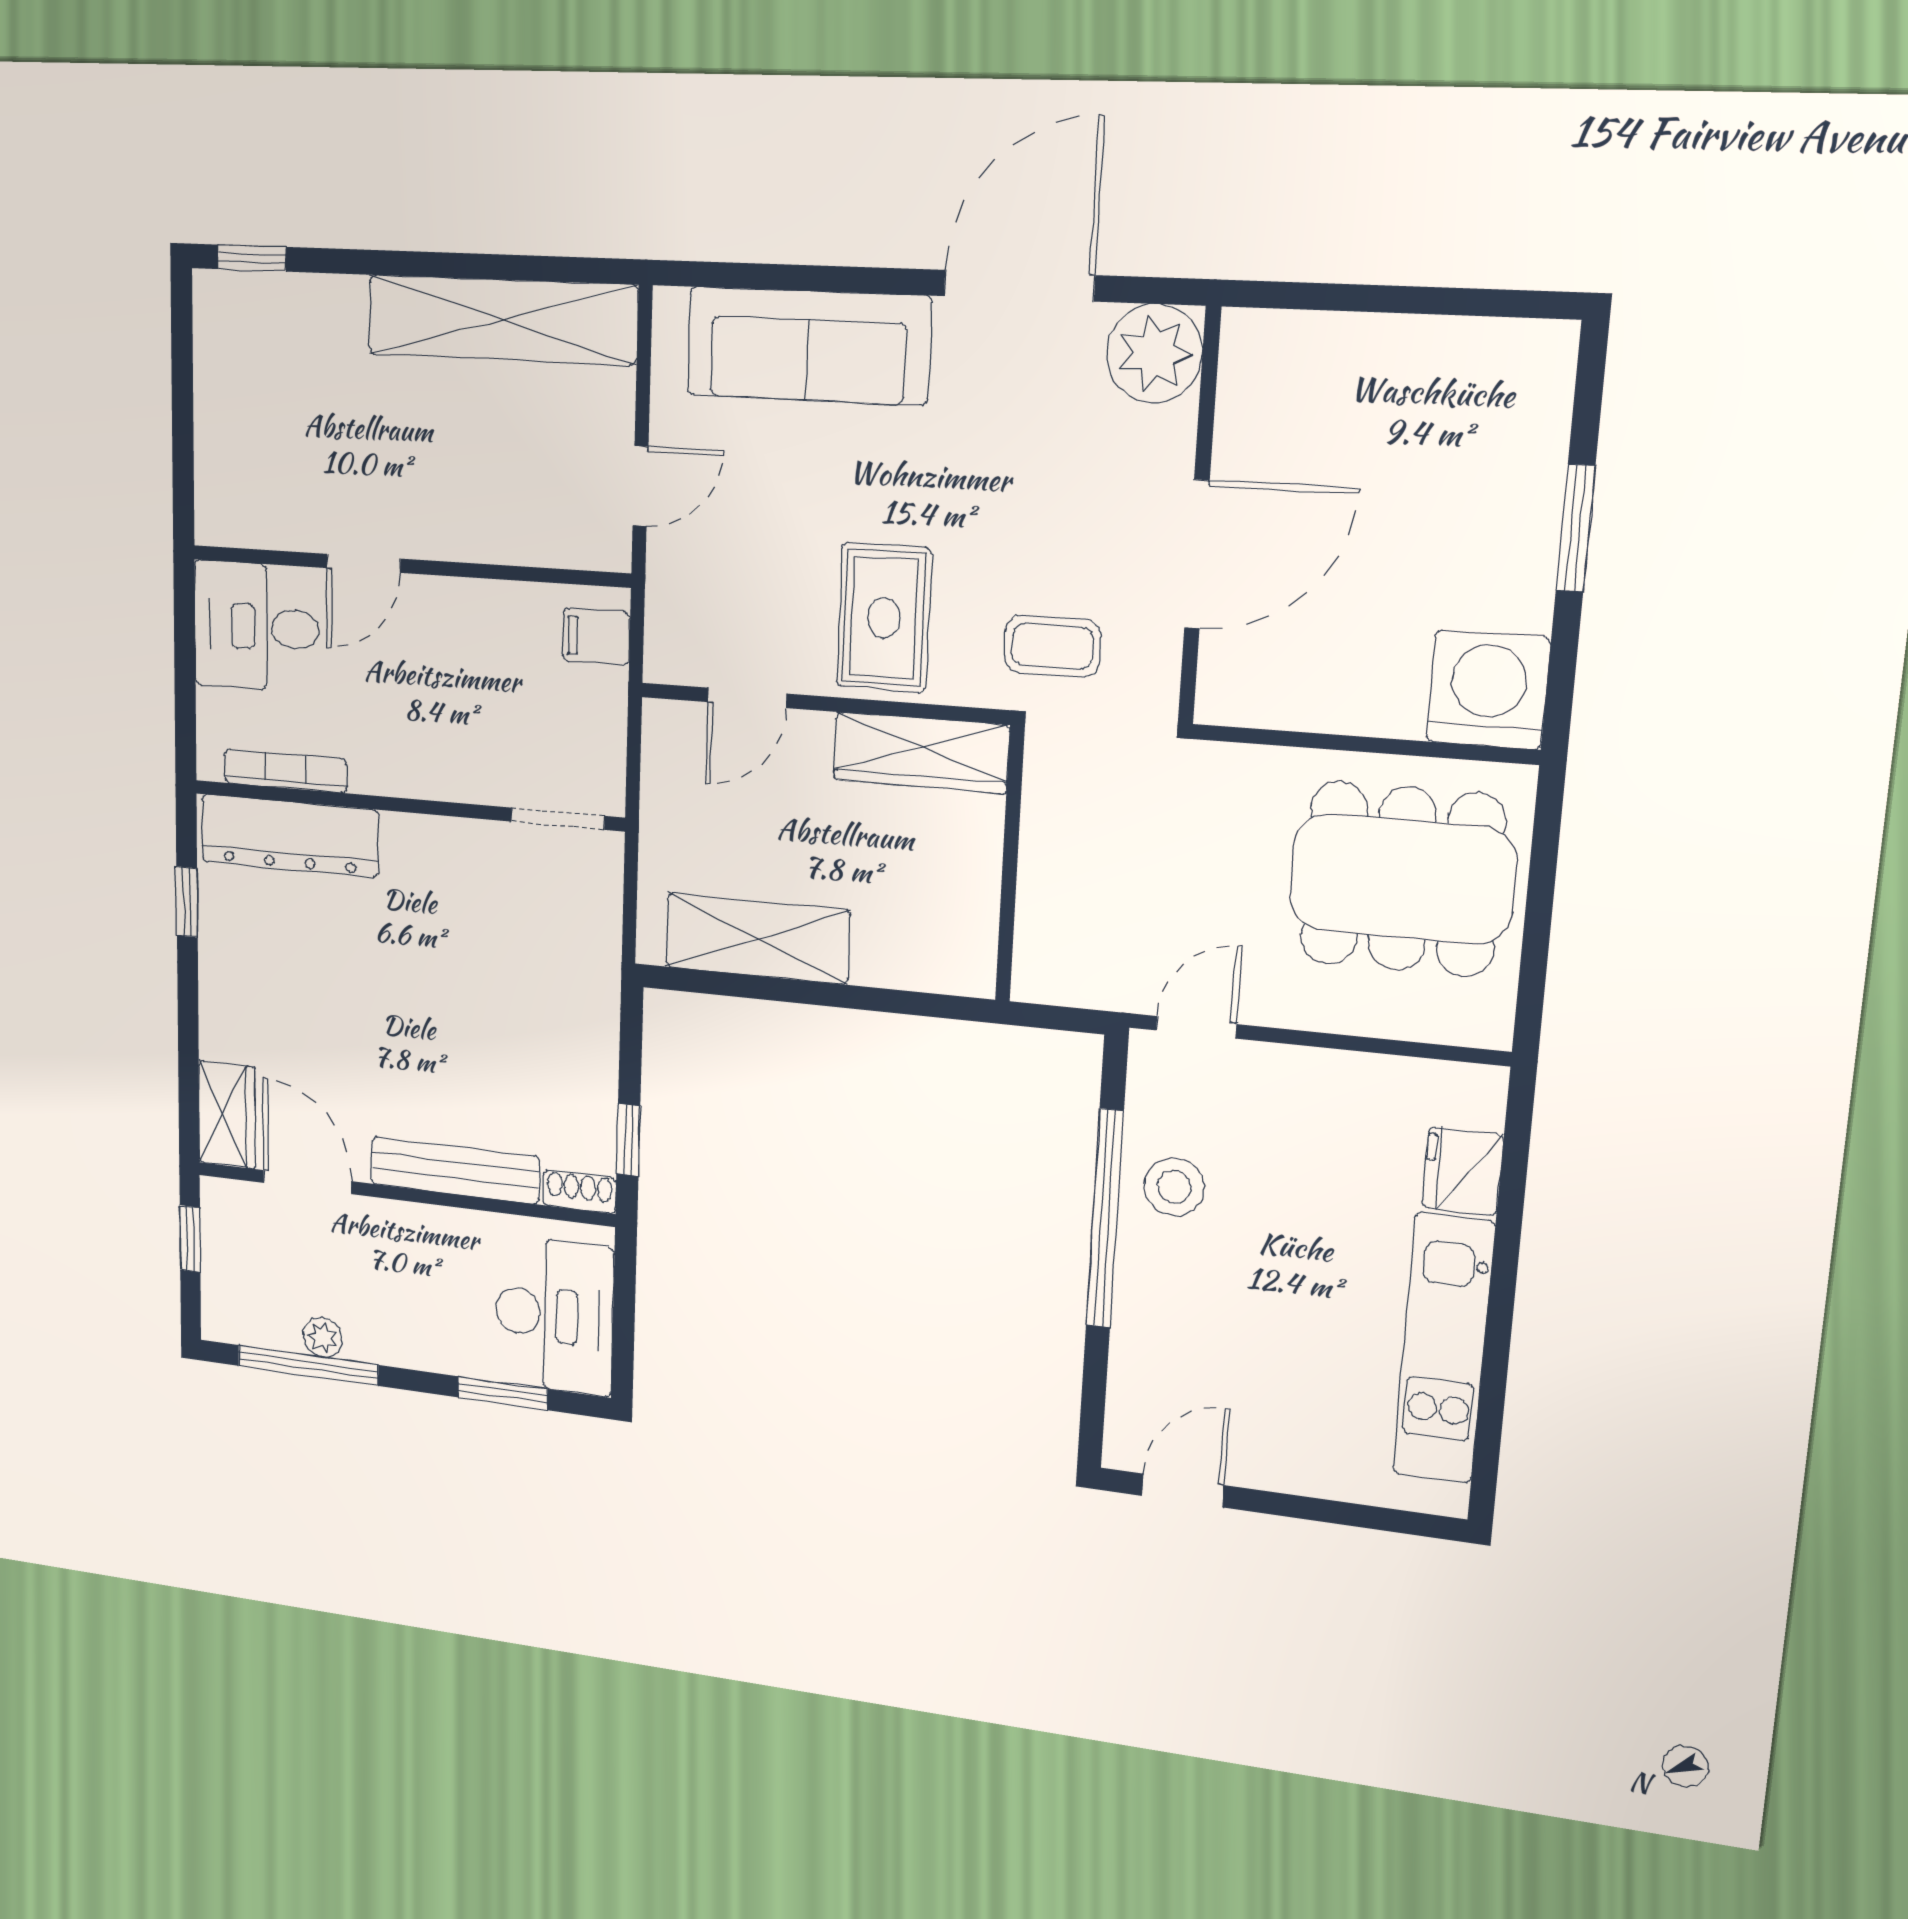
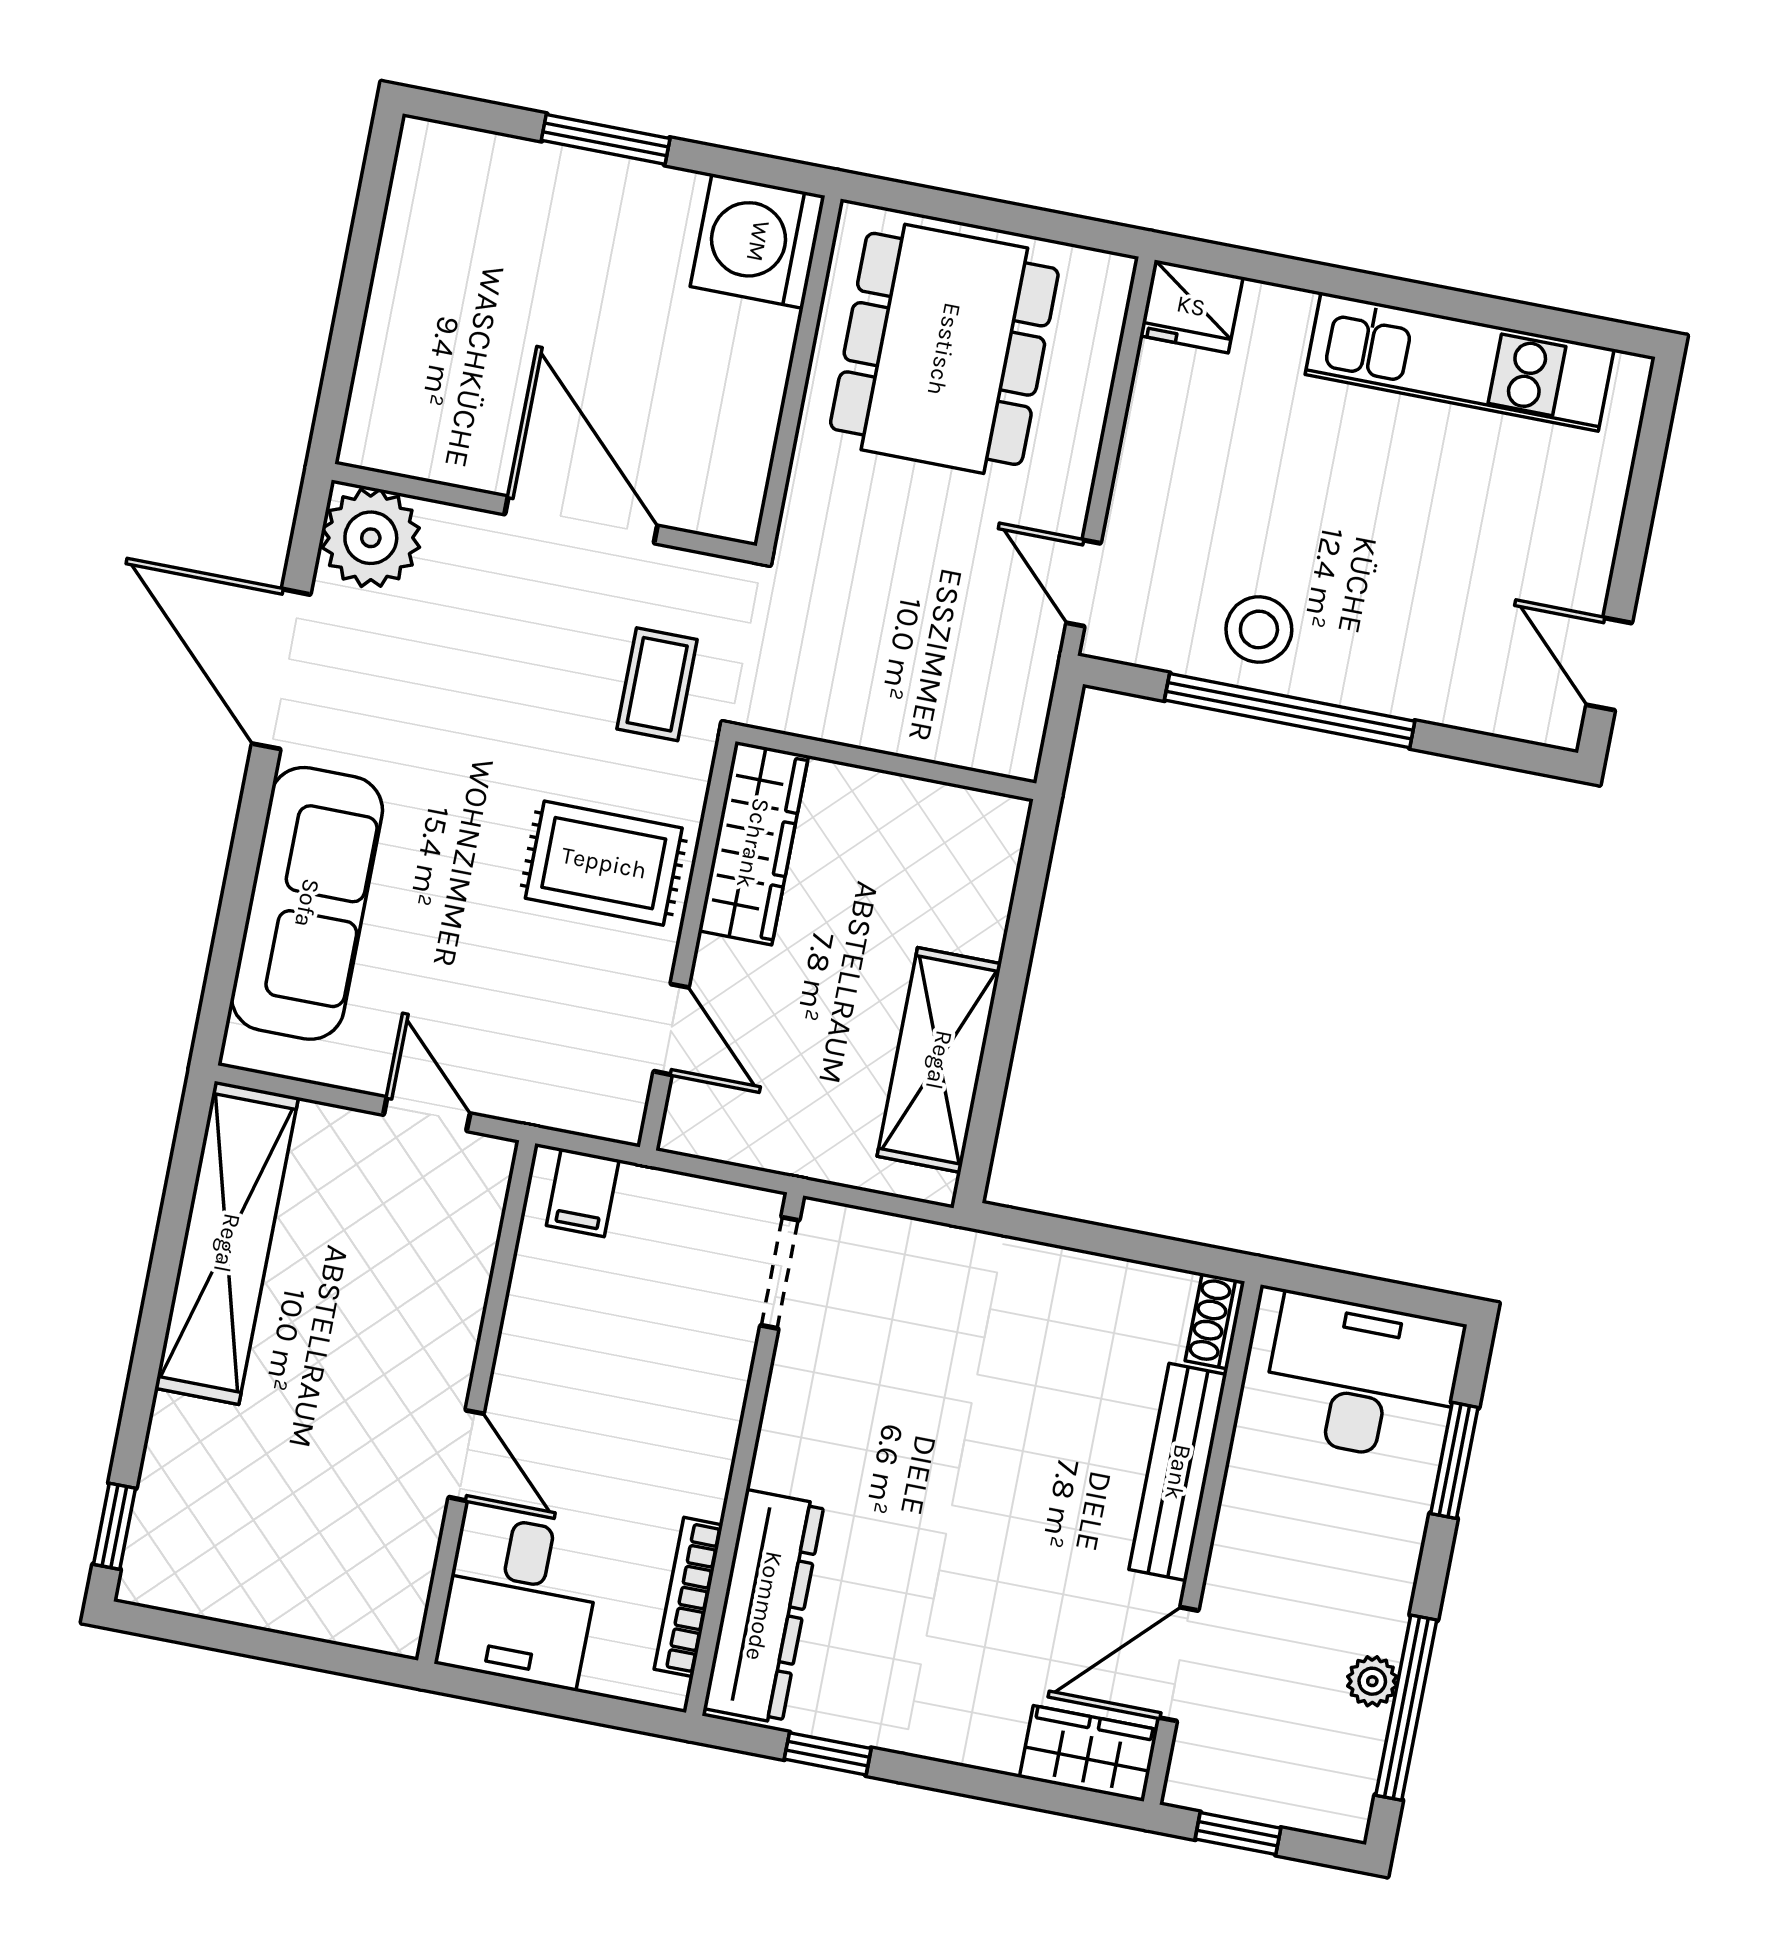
window: (628, 1140) -> (1158, 1251), removed
fridge: (1463, 1171) -> (1191, 306), moved

